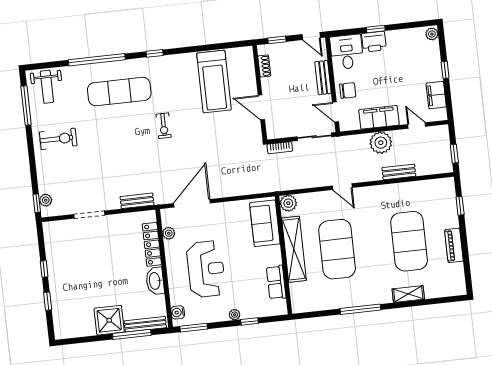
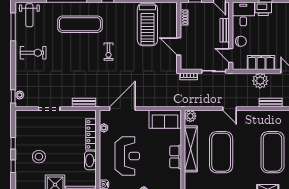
sofa: (265, 223) -> (165, 119), moved, turned -90
row of seats: (276, 282) -> (176, 157), moved
stool: (82, 284) -> (39, 157), added

